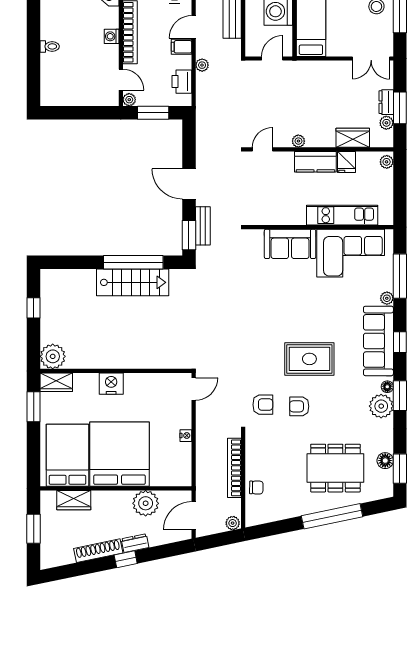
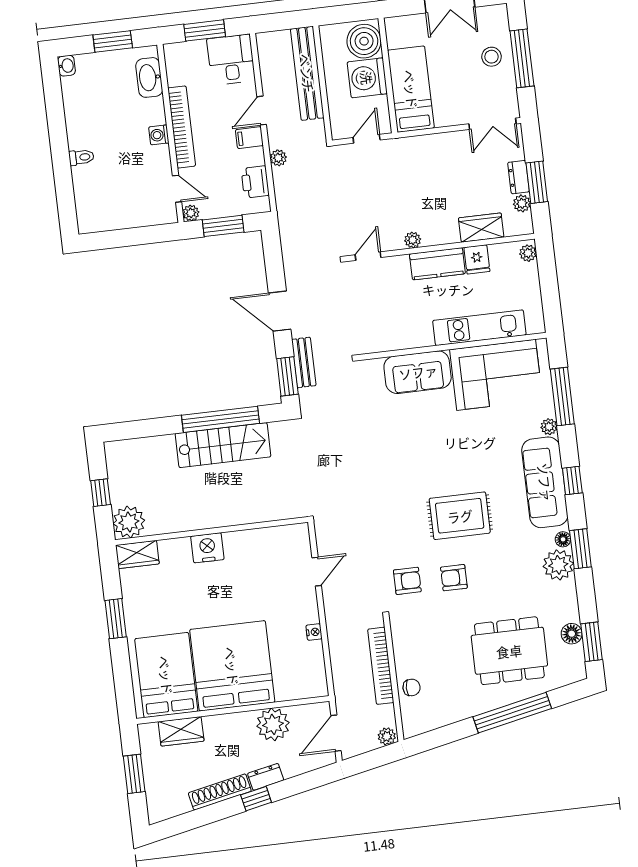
plant: (53, 356) -> (129, 522), moved
wall: (116, 371) -> (211, 531), moved
wardrobe: (56, 382) -> (137, 554), moved
nightstand: (111, 384) -> (207, 548), moved

